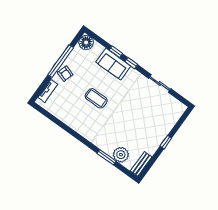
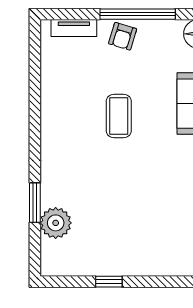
window: (166, 142) -> (109, 282), moved
bench: (141, 164) -> (65, 267), removed

